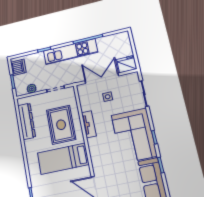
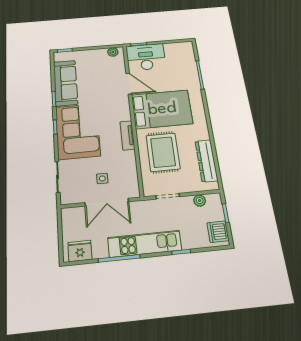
fridge: (127, 64) -> (80, 251), moved, turned 180
tv unit: (89, 124) -> (127, 135), moved
bed: (63, 159) -> (162, 109), width x1.50

